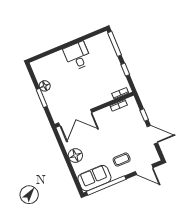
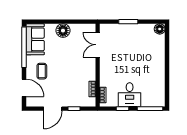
desk: (78, 56) -> (130, 95), moved, turned 90
floor lamp: (45, 86) -> (160, 29), moved
double door: (75, 118) -> (98, 45), width x0.73
door: (144, 170) -> (24, 88), swing flipped

